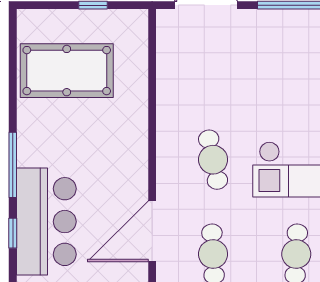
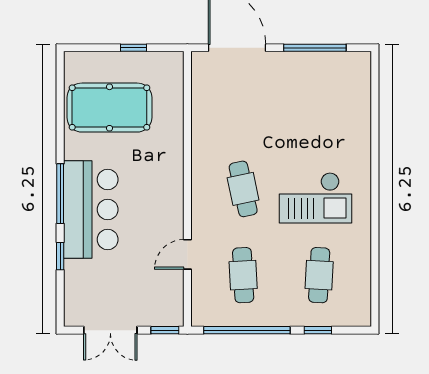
bar counter: (46, 222) -> (91, 209), moved
door: (152, 231) -> (187, 254), width x0.53

